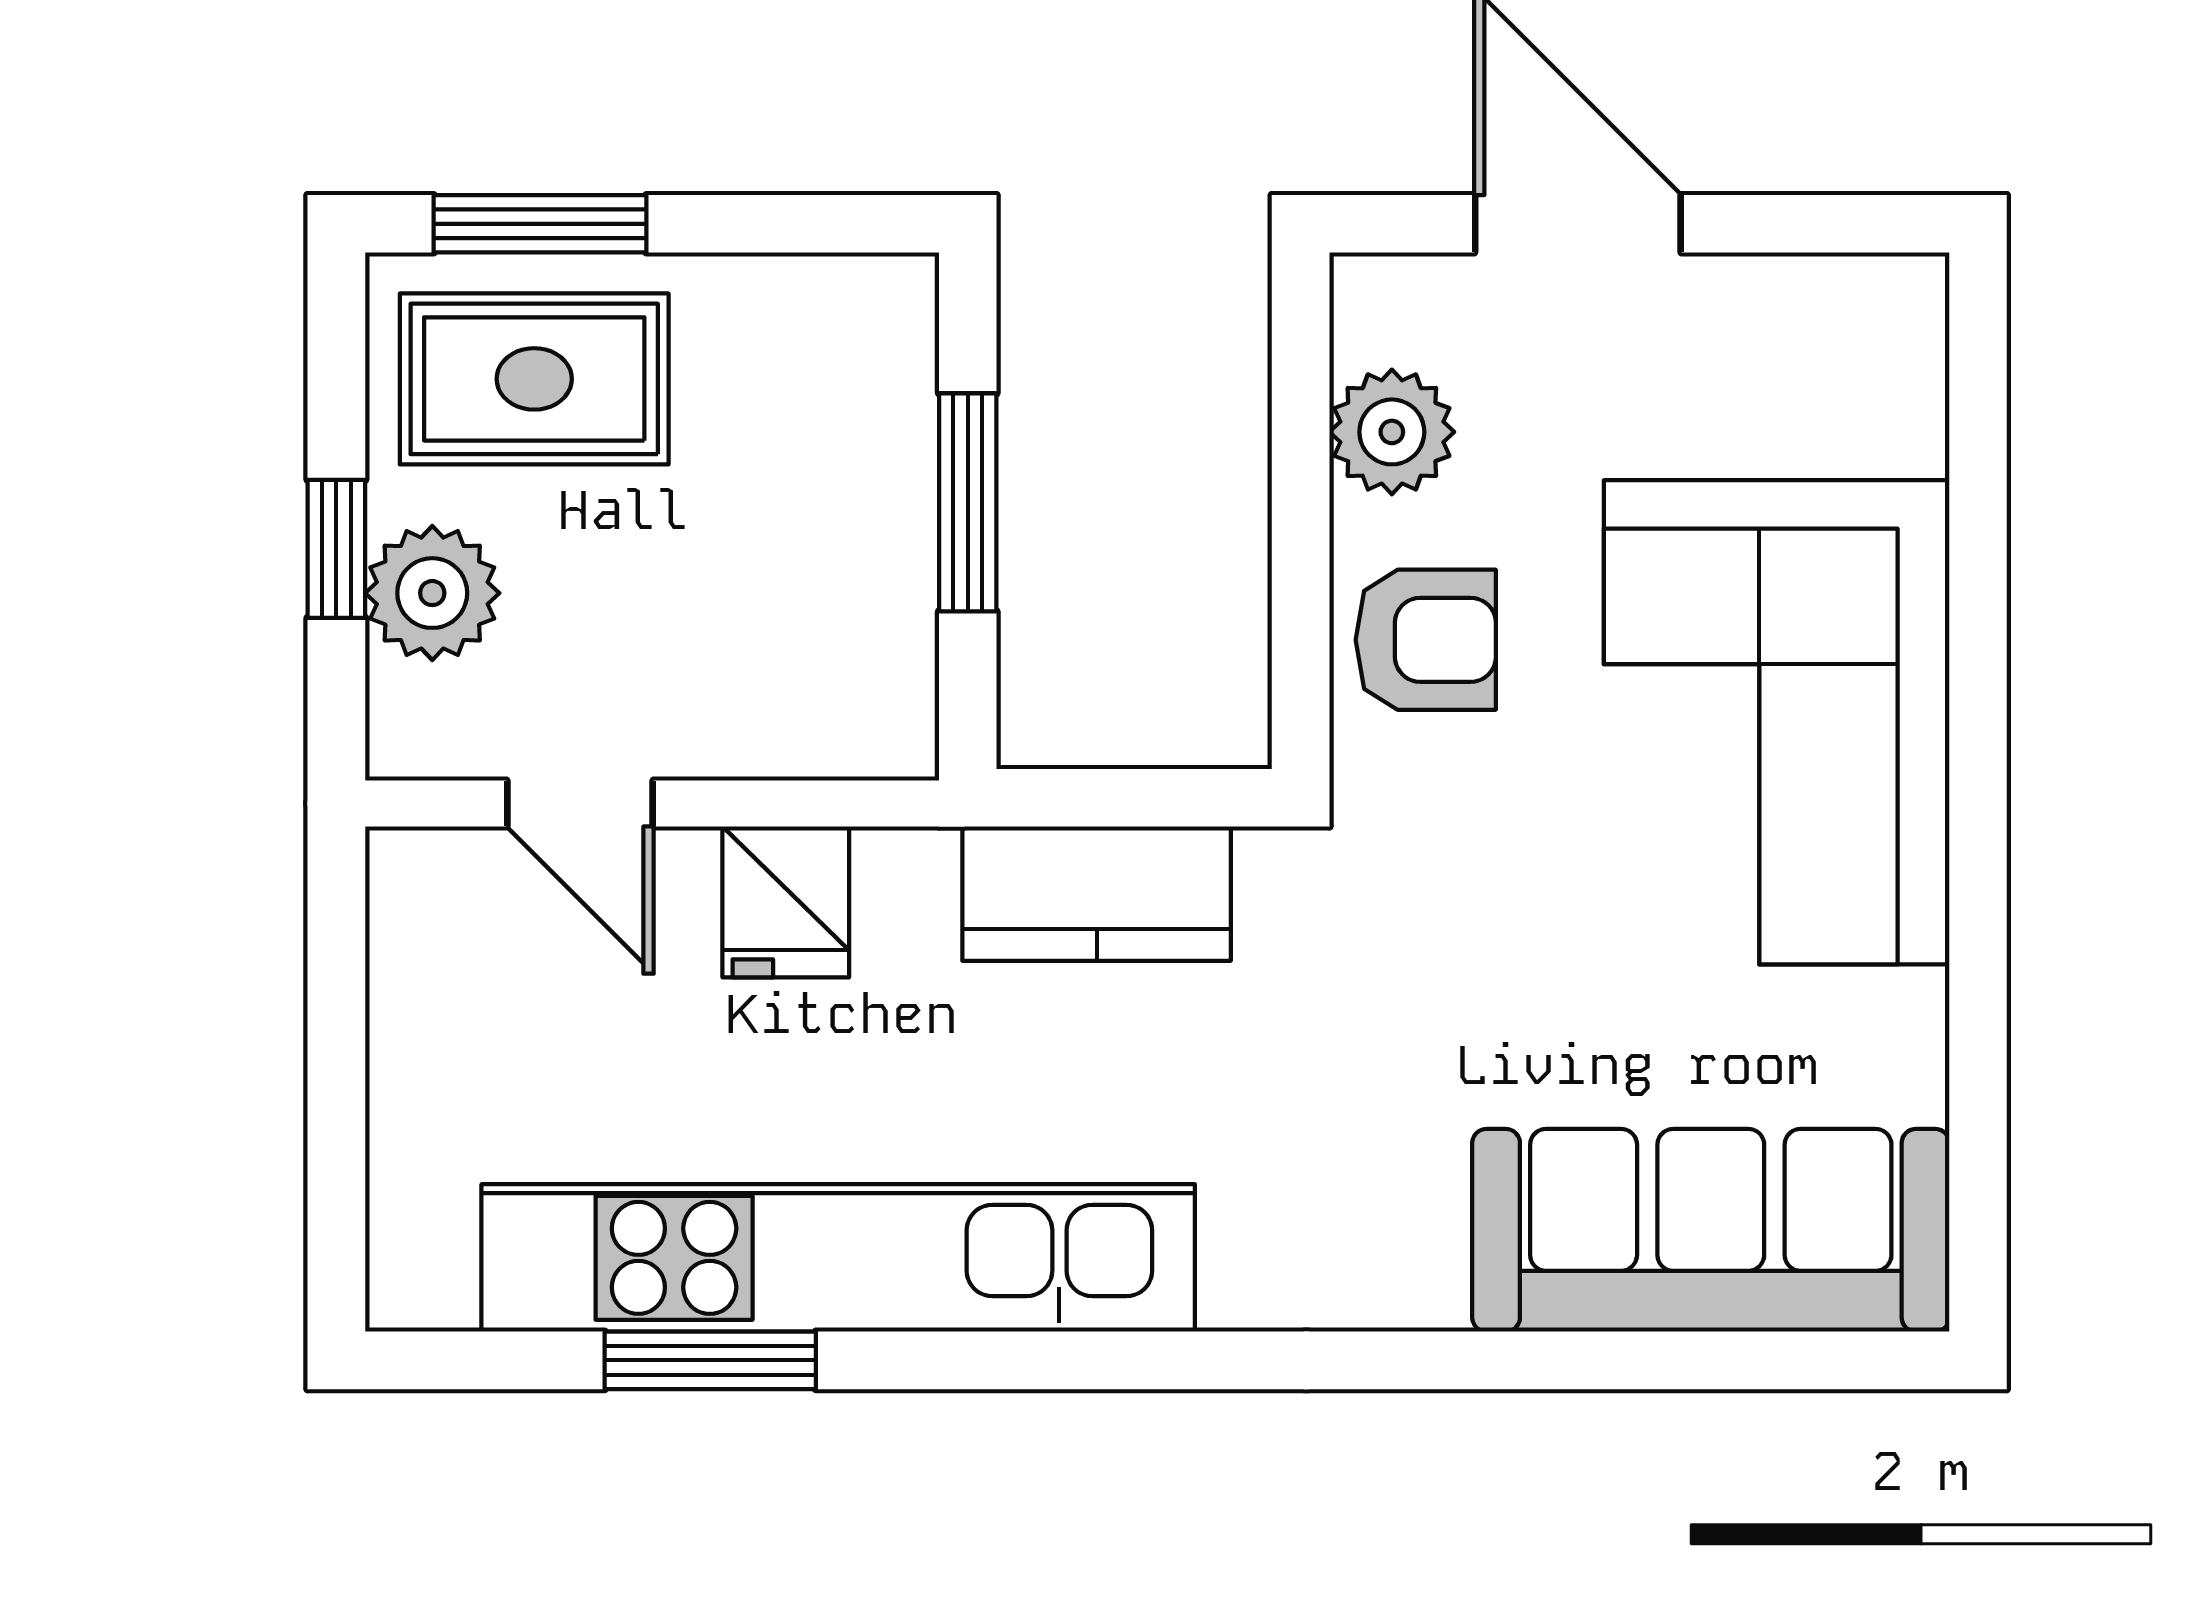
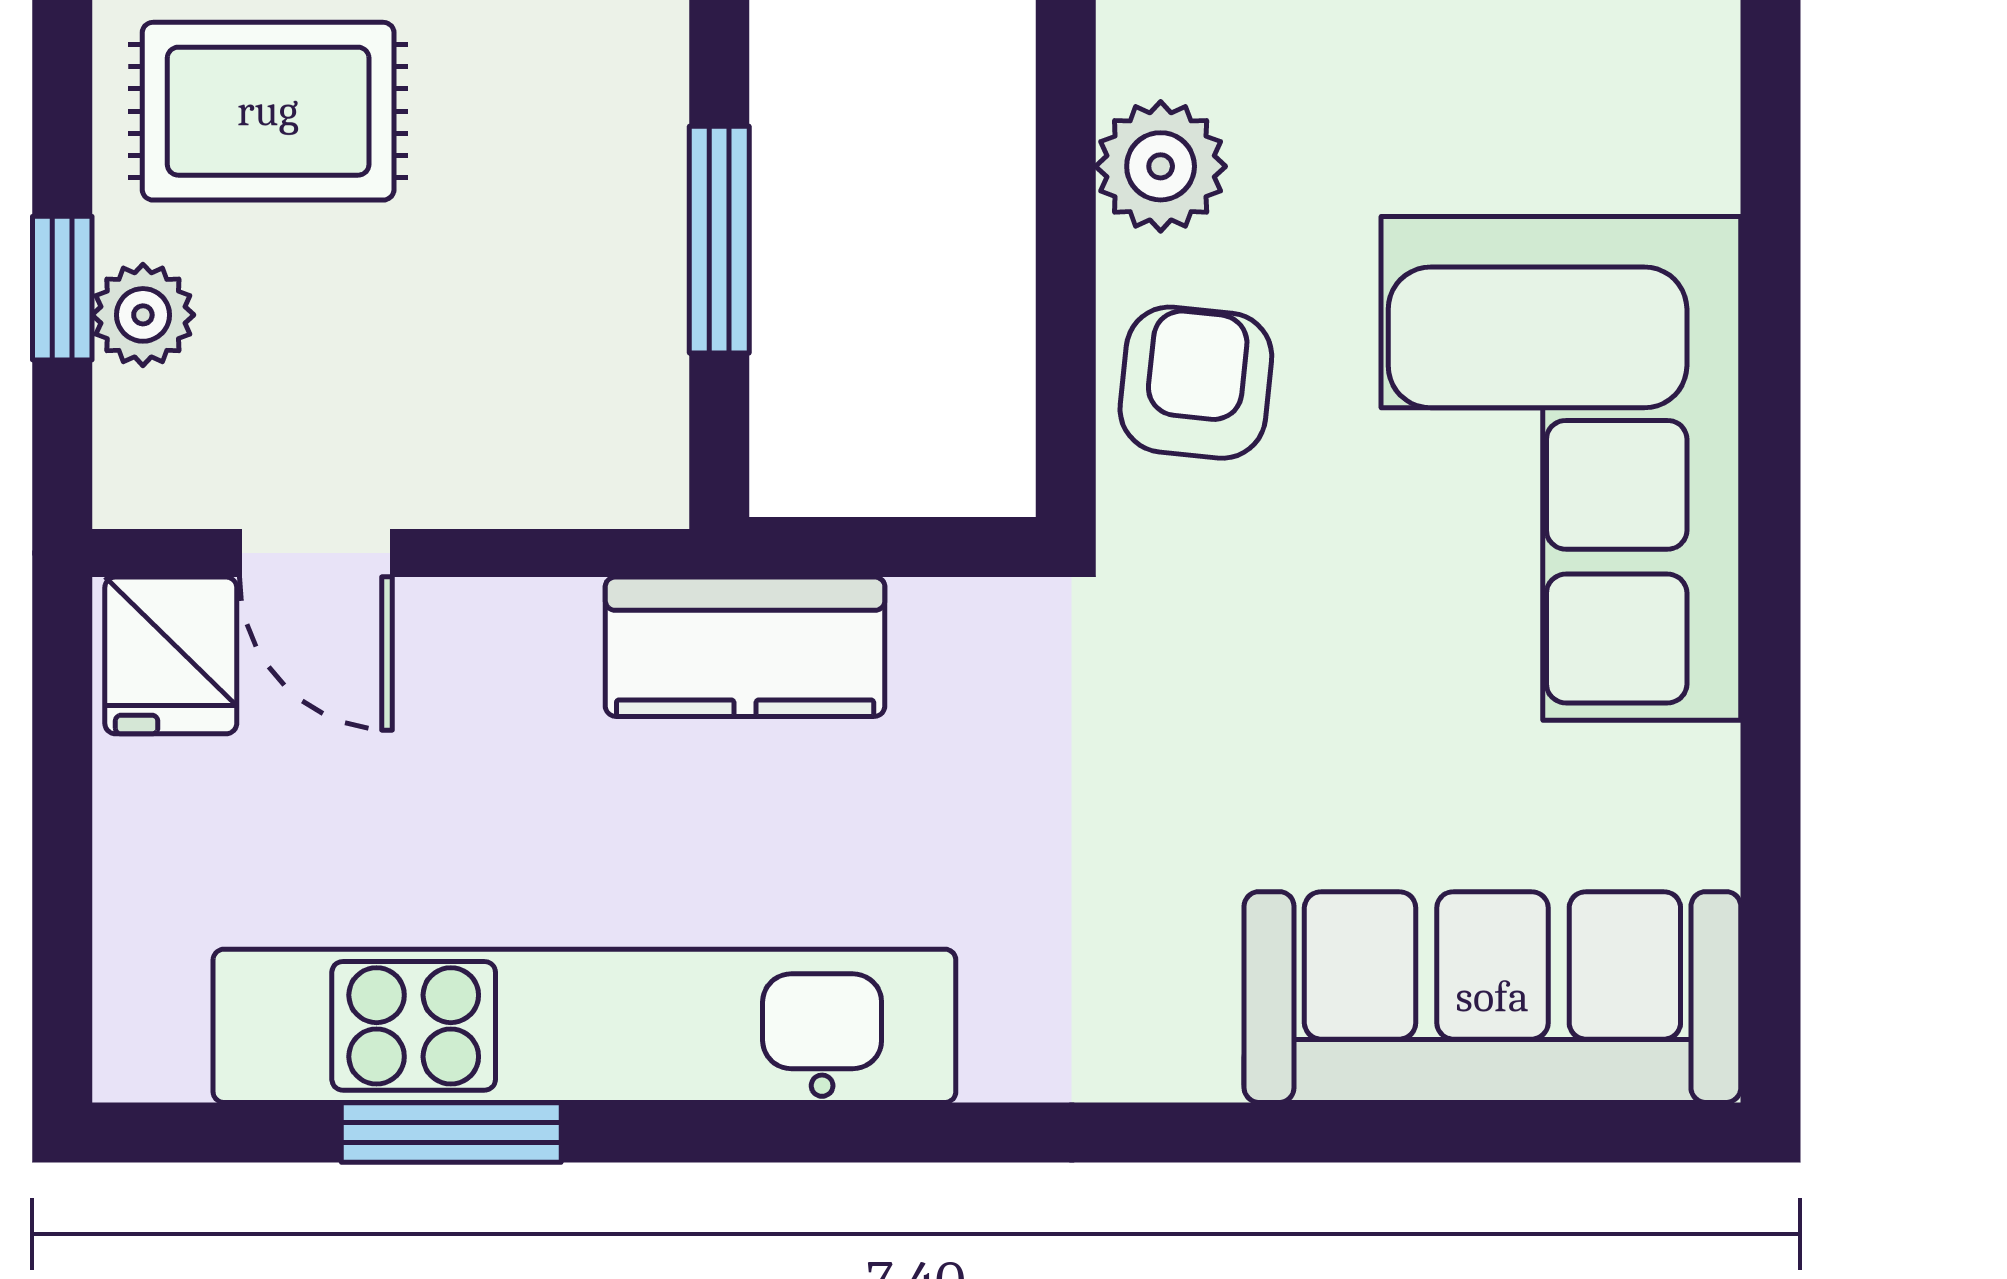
plant: (432, 593) -> (143, 315), width x0.73, depth x0.73
armchair: (1426, 640) -> (1196, 383), turned -84
kitchen counter: (1097, 894) -> (745, 647), moved
fridge: (786, 902) -> (171, 655), moved

